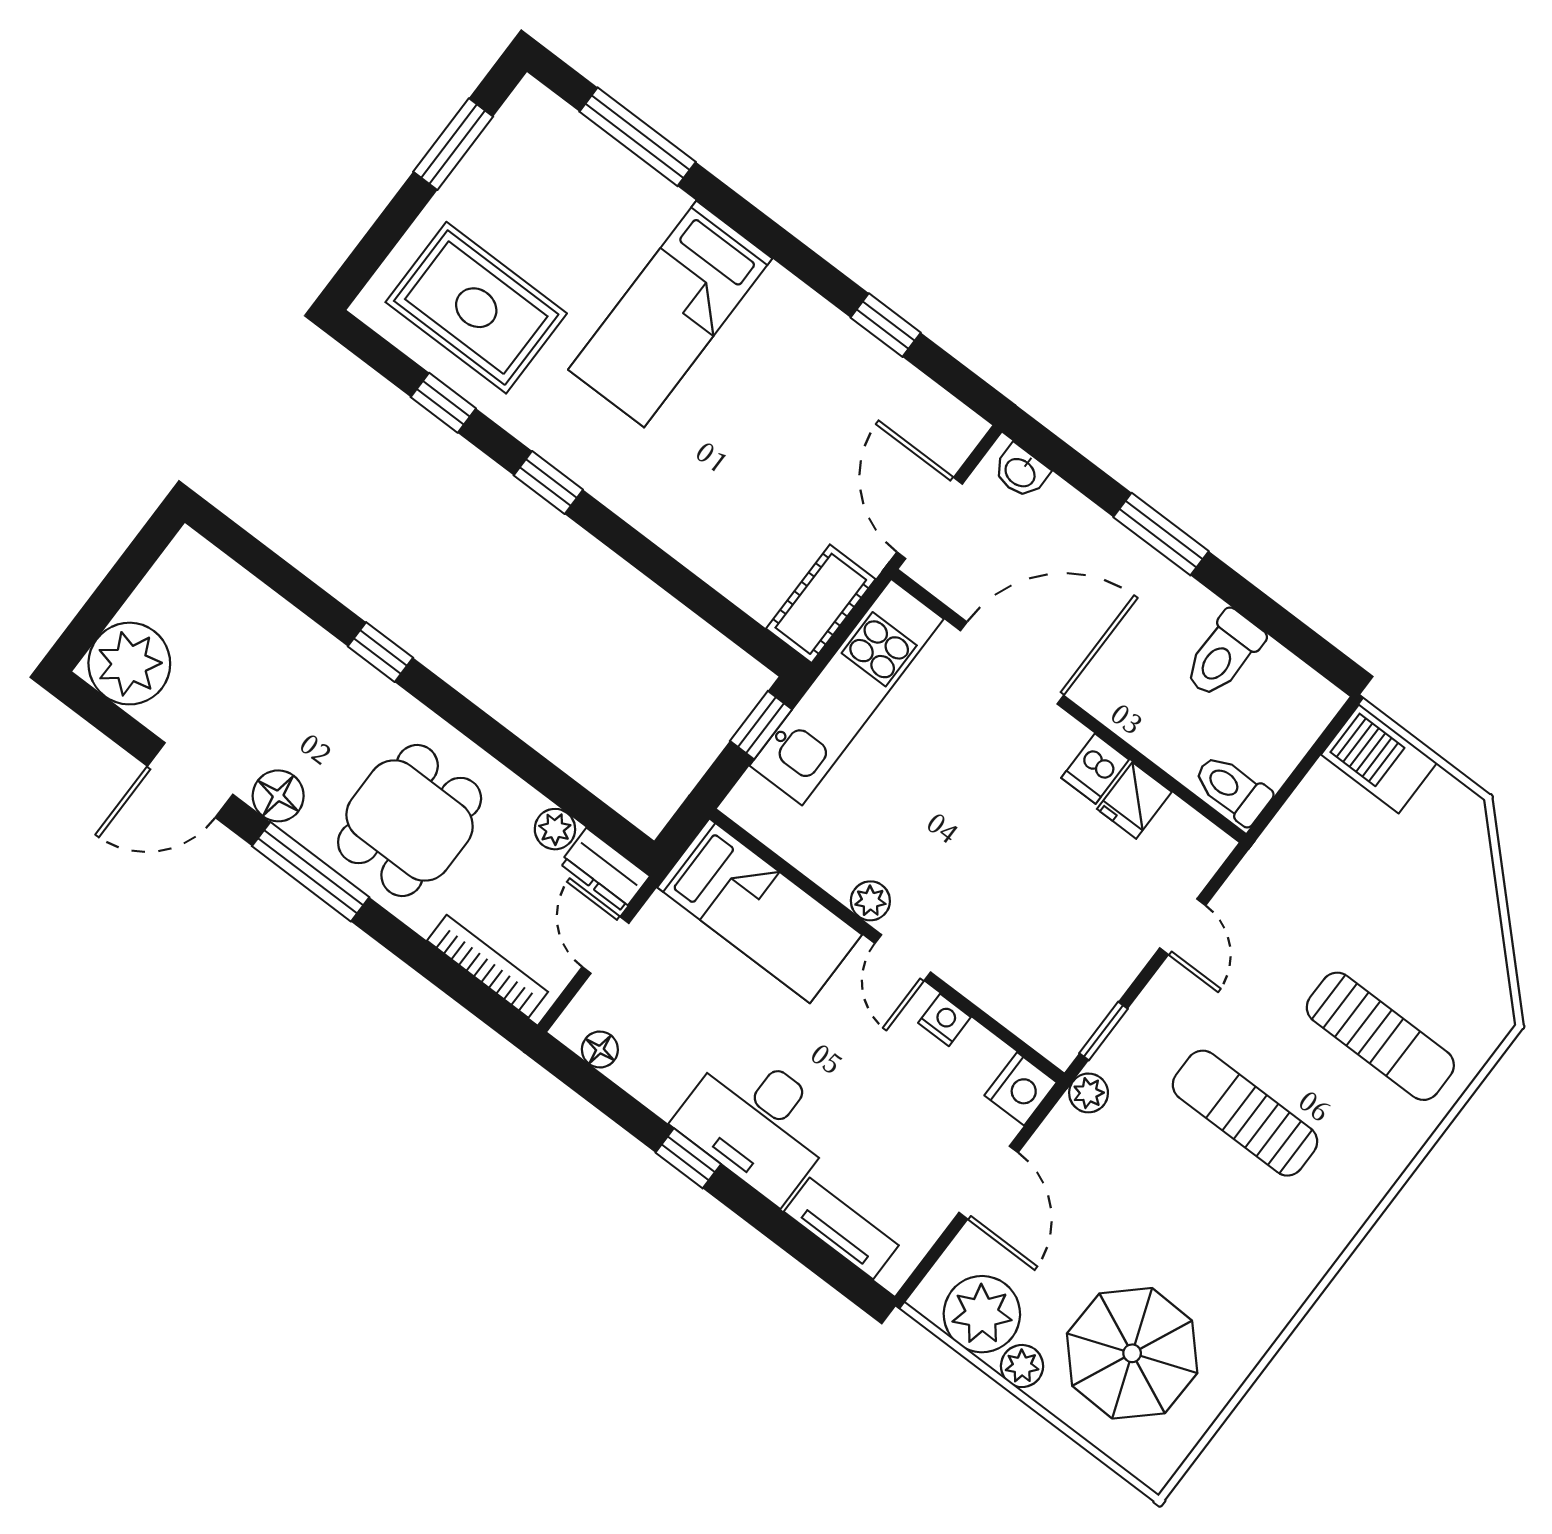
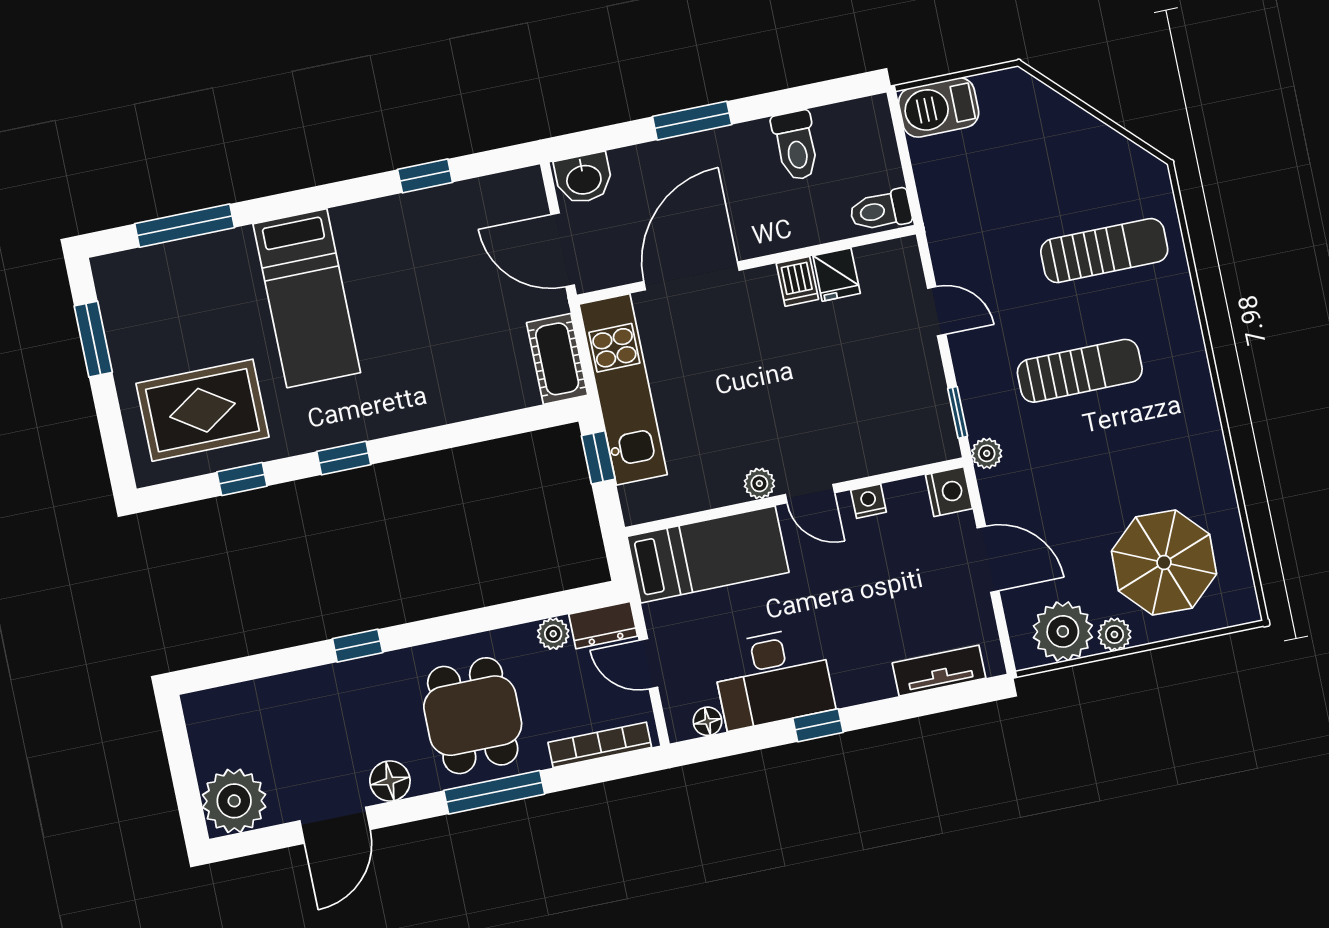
washbasin: (1021, 472) -> (584, 178), width x1.38, depth x1.45
window: (311, 872) -> (494, 792), moved
sun lounger: (1245, 1113) -> (1080, 371), turned 180
desk: (758, 1122) -> (773, 678), moved

